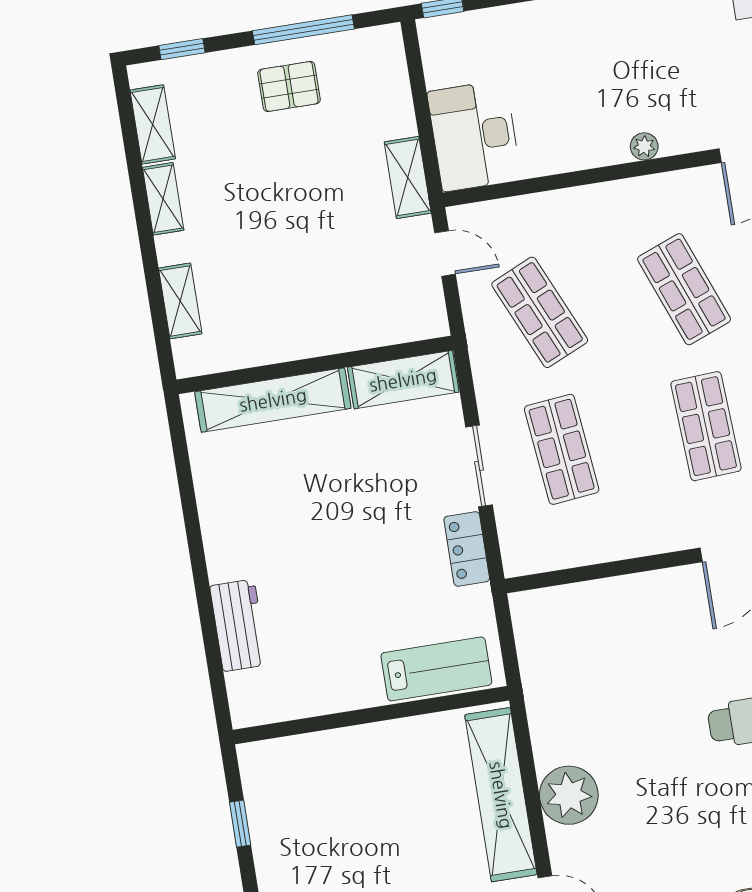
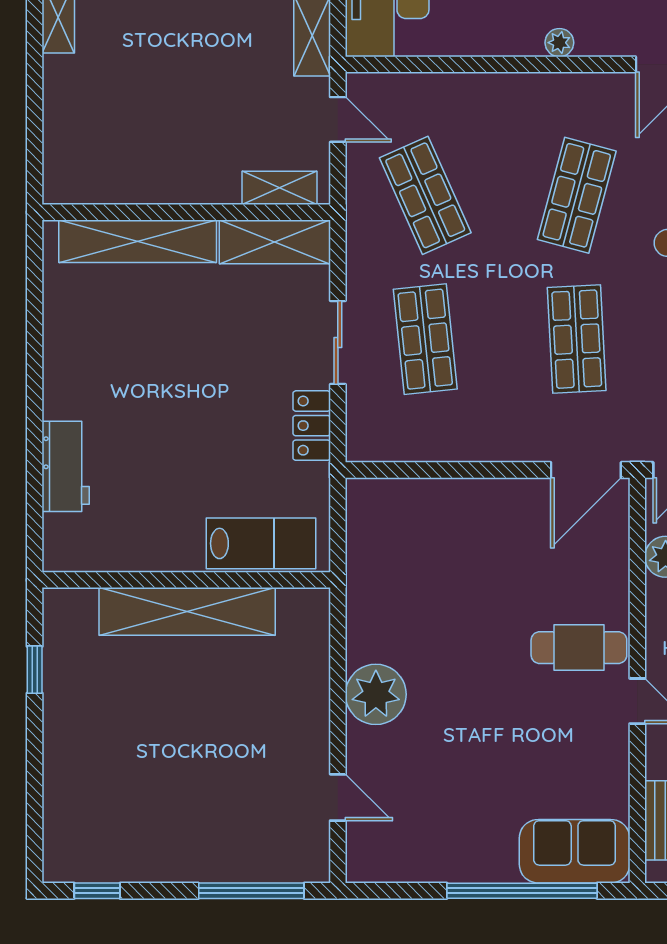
shop shelf: (684, 289) -> (577, 195), turned 36
shelving: (180, 301) -> (280, 188), moved, turned 90
shelving: (501, 795) -> (187, 611), moved, turned 90

